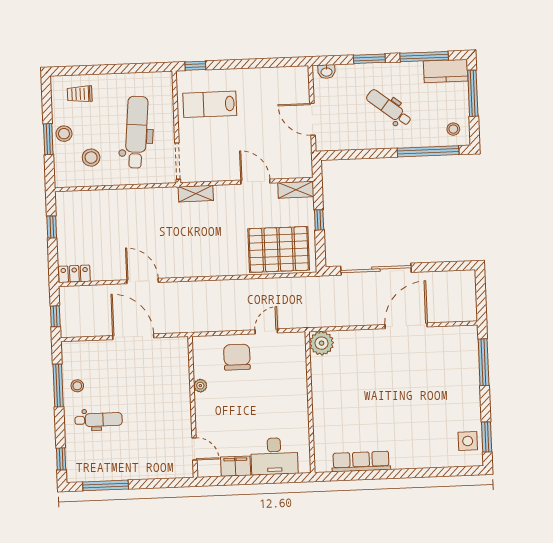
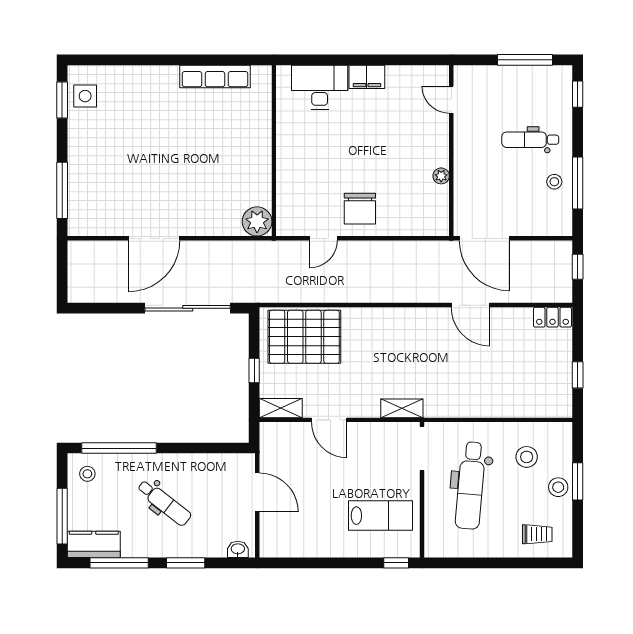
plant: (200, 386) -> (441, 176), moved
wall: (193, 407) -> (451, 151), moved
door: (194, 449) -> (451, 100), moved

